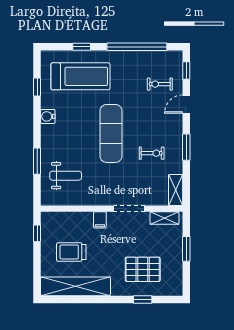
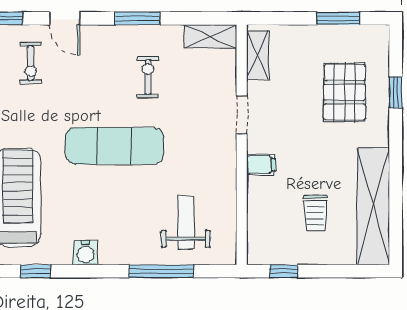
window: (37, 161) -> (161, 271), width x1.44
doorway: (129, 209) -> (242, 115), width x0.73
window: (186, 249) -> (338, 18), moved
trolley: (71, 252) -> (315, 213), width x0.73, depth x0.72

